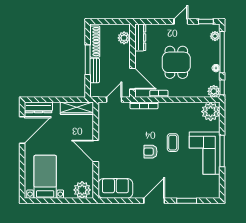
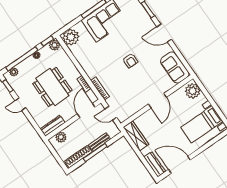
dining table: (176, 62) -> (52, 87), width x1.38
coffee table: (173, 143) -> (113, 49), removed

